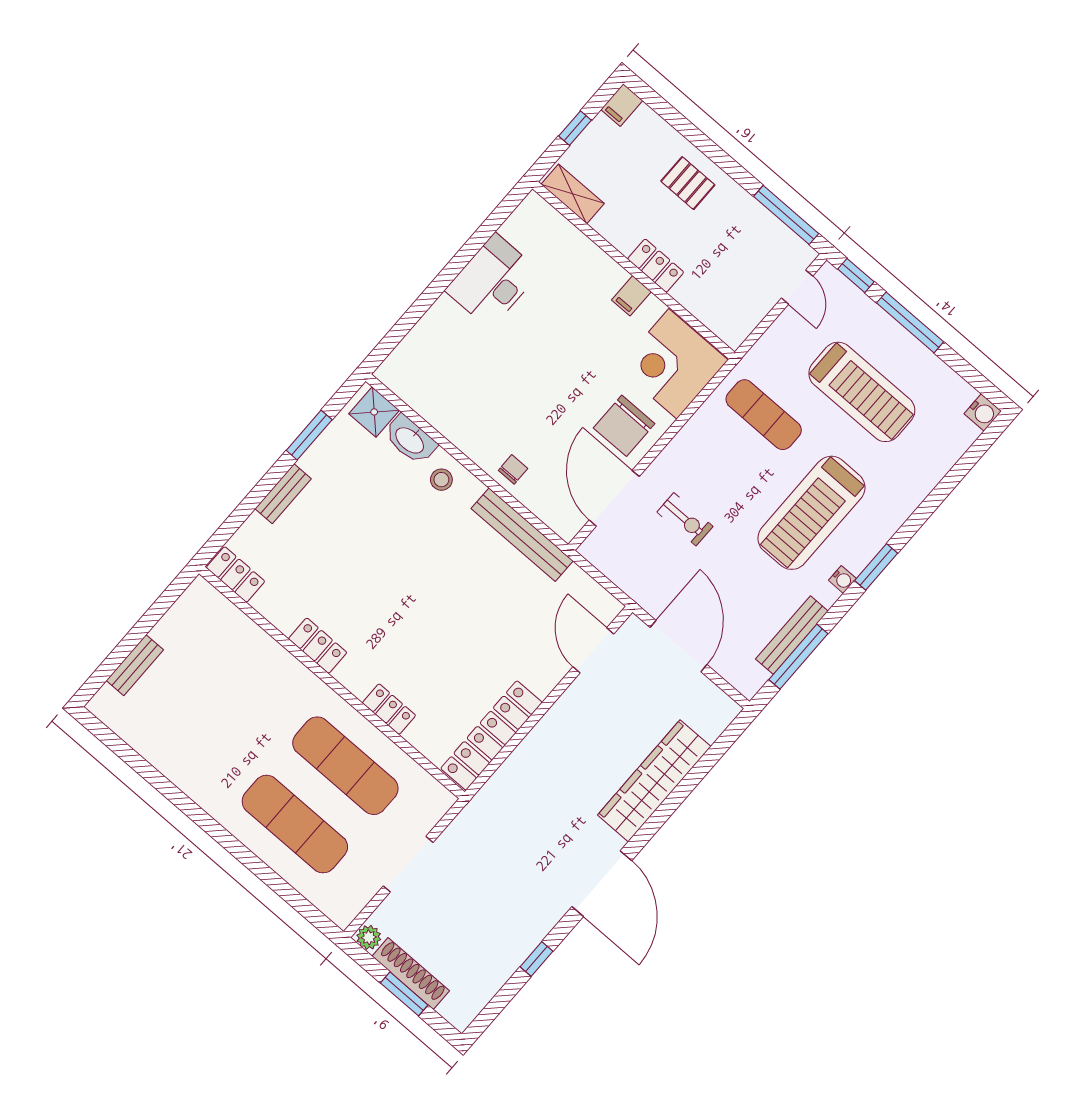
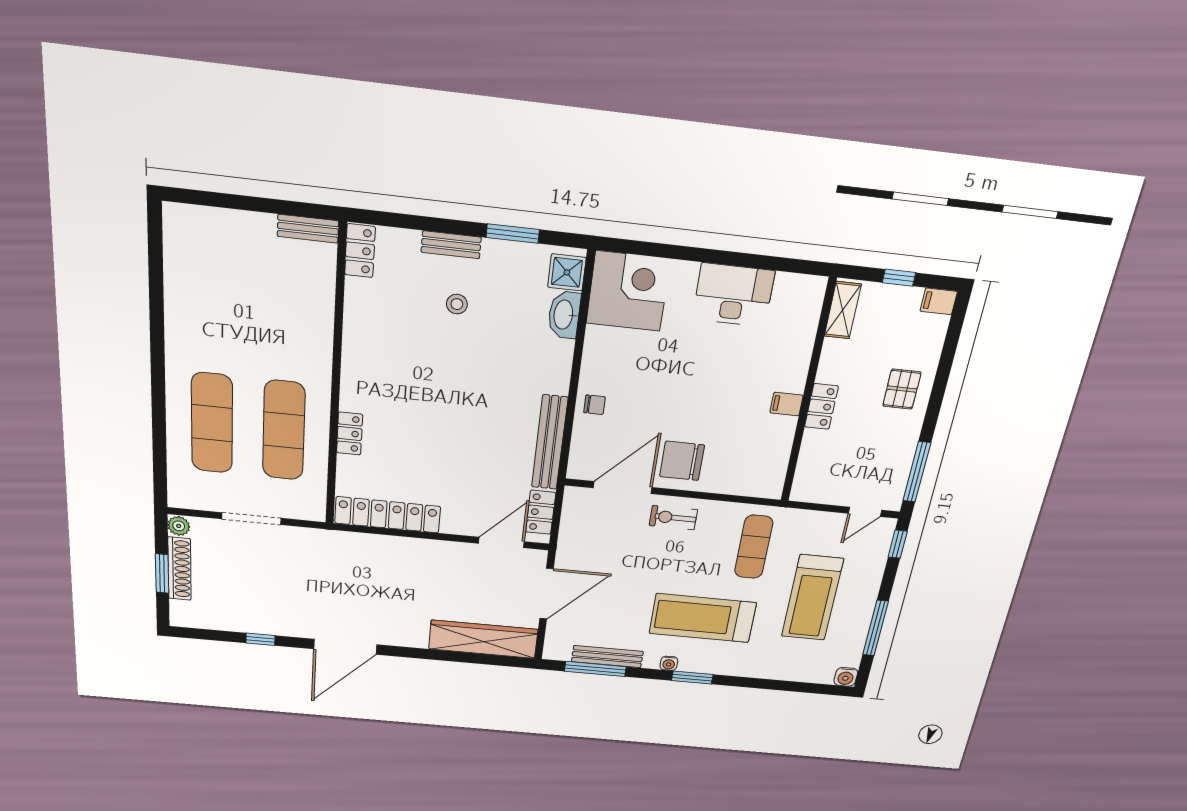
window: (910, 322) -> (876, 628), moved
corner desk: (673, 364) -> (628, 291), moved, turned 90
stool: (441, 480) -> (457, 304), moved
exercise bike: (685, 519) -> (673, 518), moved, turned 90
locker: (318, 646) -> (541, 512), moved, turned 180
bench: (135, 665) -> (308, 229), moved
wardrobe: (654, 781) -> (483, 639), moved

